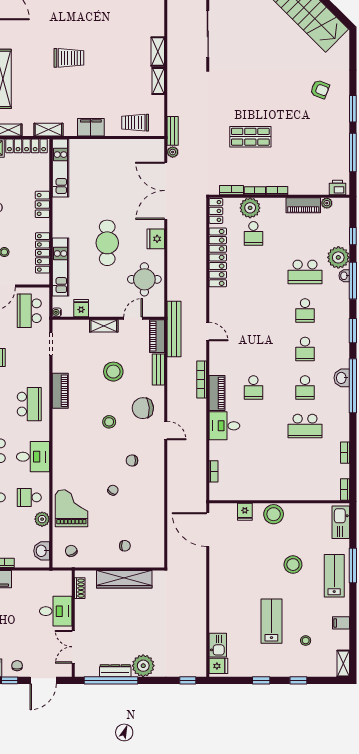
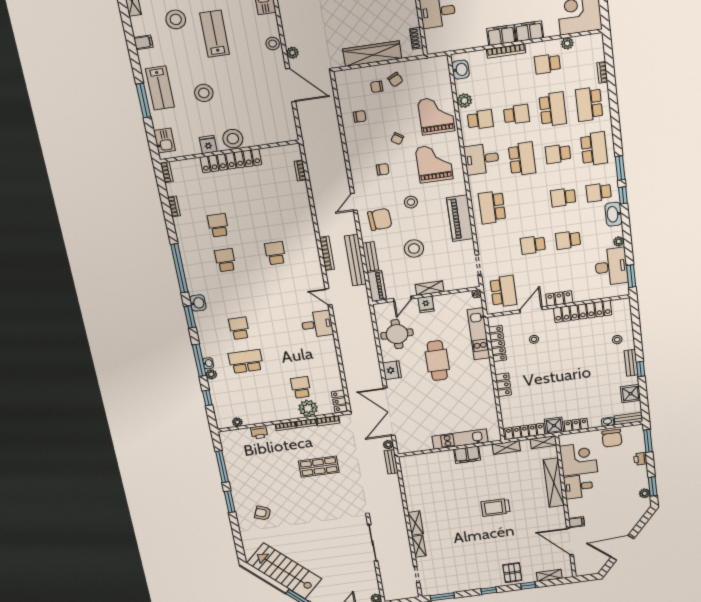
shelving: (158, 81) -> (419, 546), moved
trolley: (135, 123) -> (427, 464), removed
kitchen unit: (60, 168) -> (460, 439), moved, turned 90
printer: (338, 188) -> (259, 432), moved
double door: (166, 191) -> (389, 412), swing flipped
piano: (303, 205) -> (259, 417), removed
locker: (218, 257) -> (231, 161), moved, turned -90
plant: (338, 257) -> (211, 374), width x0.53, depth x0.53
fridge: (81, 308) -> (426, 304), moved
bench: (174, 329) -> (355, 260), moved
school desk: (305, 349) -> (232, 295), removed
washbasin: (342, 378) -> (198, 303), moved
piano: (60, 391) -> (460, 218), width x1.37, depth x1.33
piano: (217, 393) -> (310, 243), removed
desk: (224, 426) -> (317, 324), moved
school desk: (305, 426) -> (218, 225), width x0.54
door: (166, 431) -> (354, 202), hinge flipped
grand piano: (80, 459) -> (434, 163), added
grand piano: (71, 508) -> (436, 115), turned 180
fridge: (245, 512) -> (208, 145), moved
chair: (146, 518) -> (360, 116), added
kitchen sink: (341, 522) -> (164, 141), width x0.73
door: (208, 530) -> (291, 85), moved
chair: (71, 551) -> (395, 80), moved
plant: (200, 592) -> (292, 53), added
stool: (218, 603) -> (273, 44), added
lab bench: (271, 621) -> (215, 34), turned 180
stool: (306, 641) -> (176, 19), width x1.89, depth x1.89

